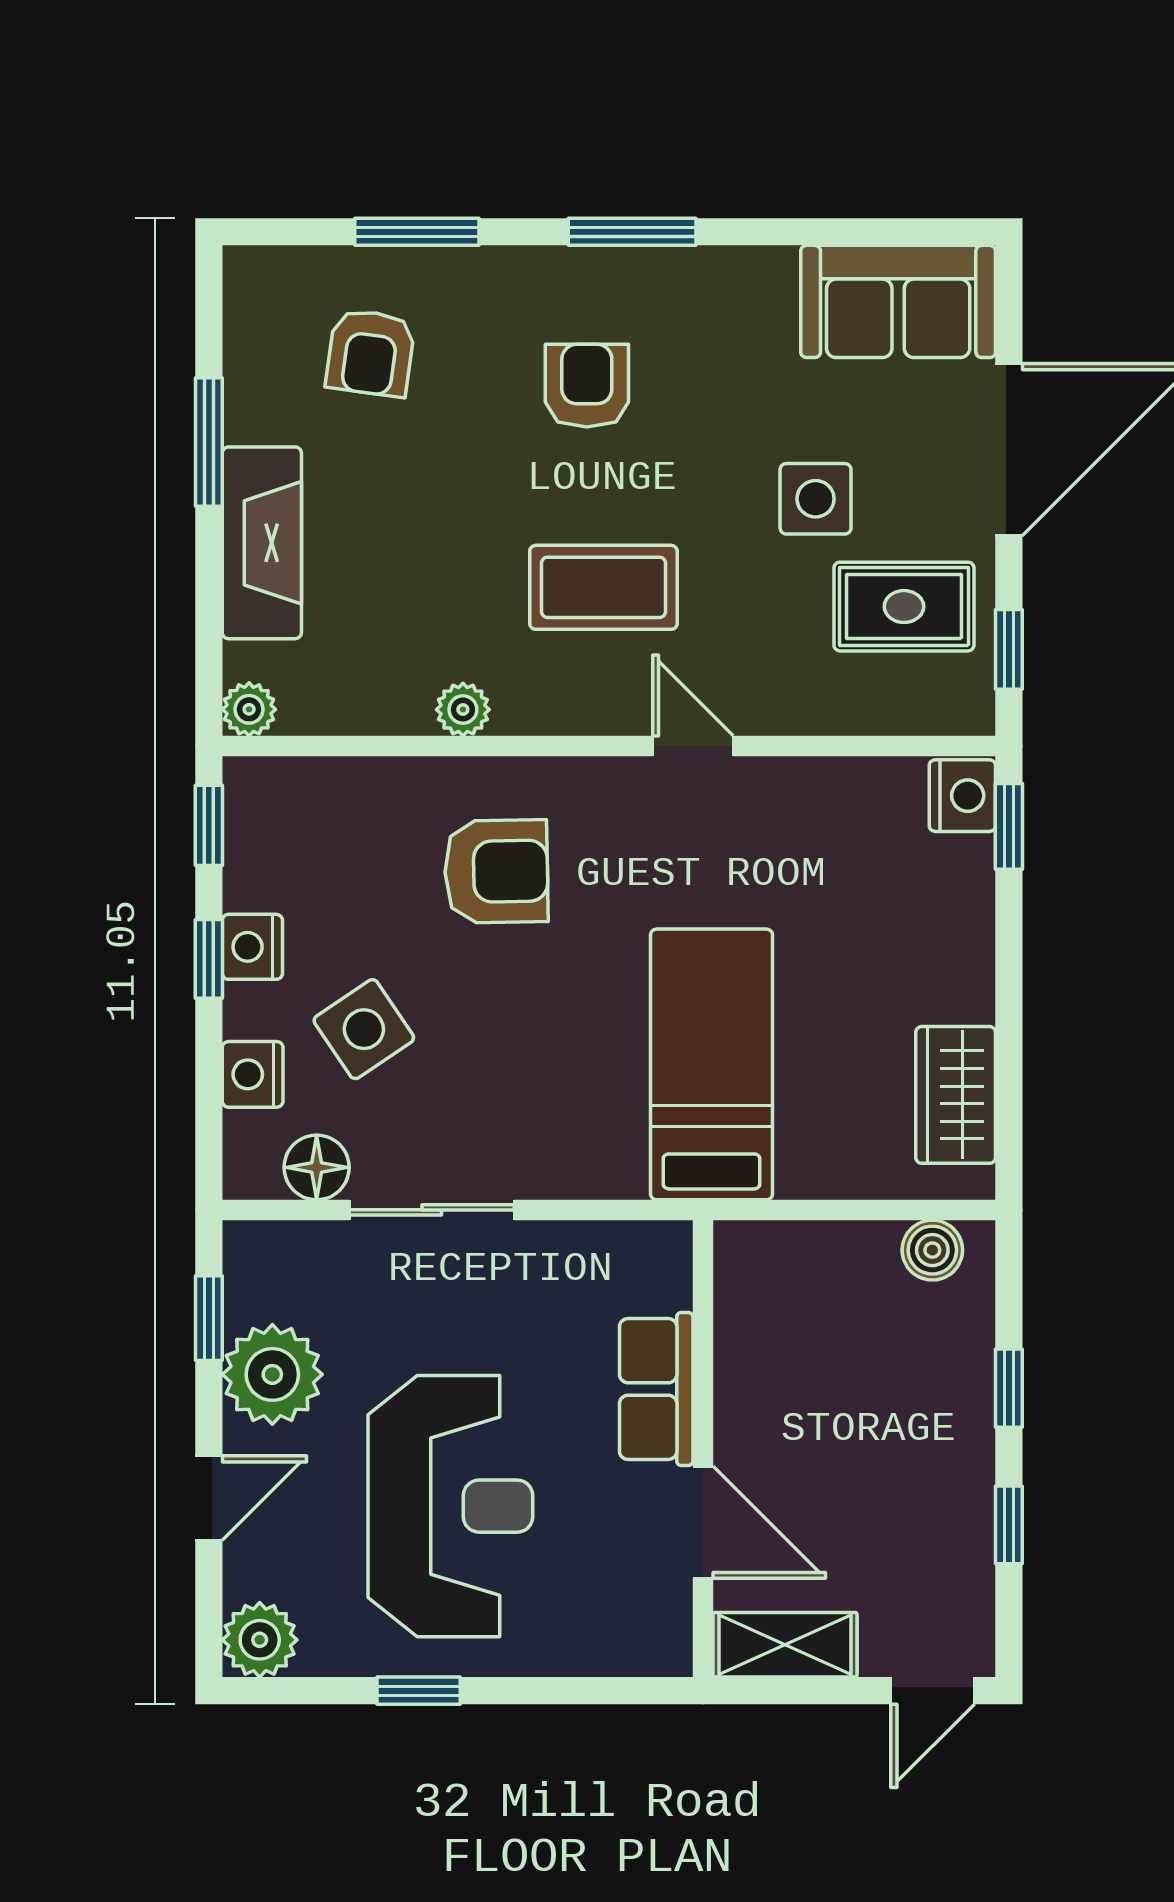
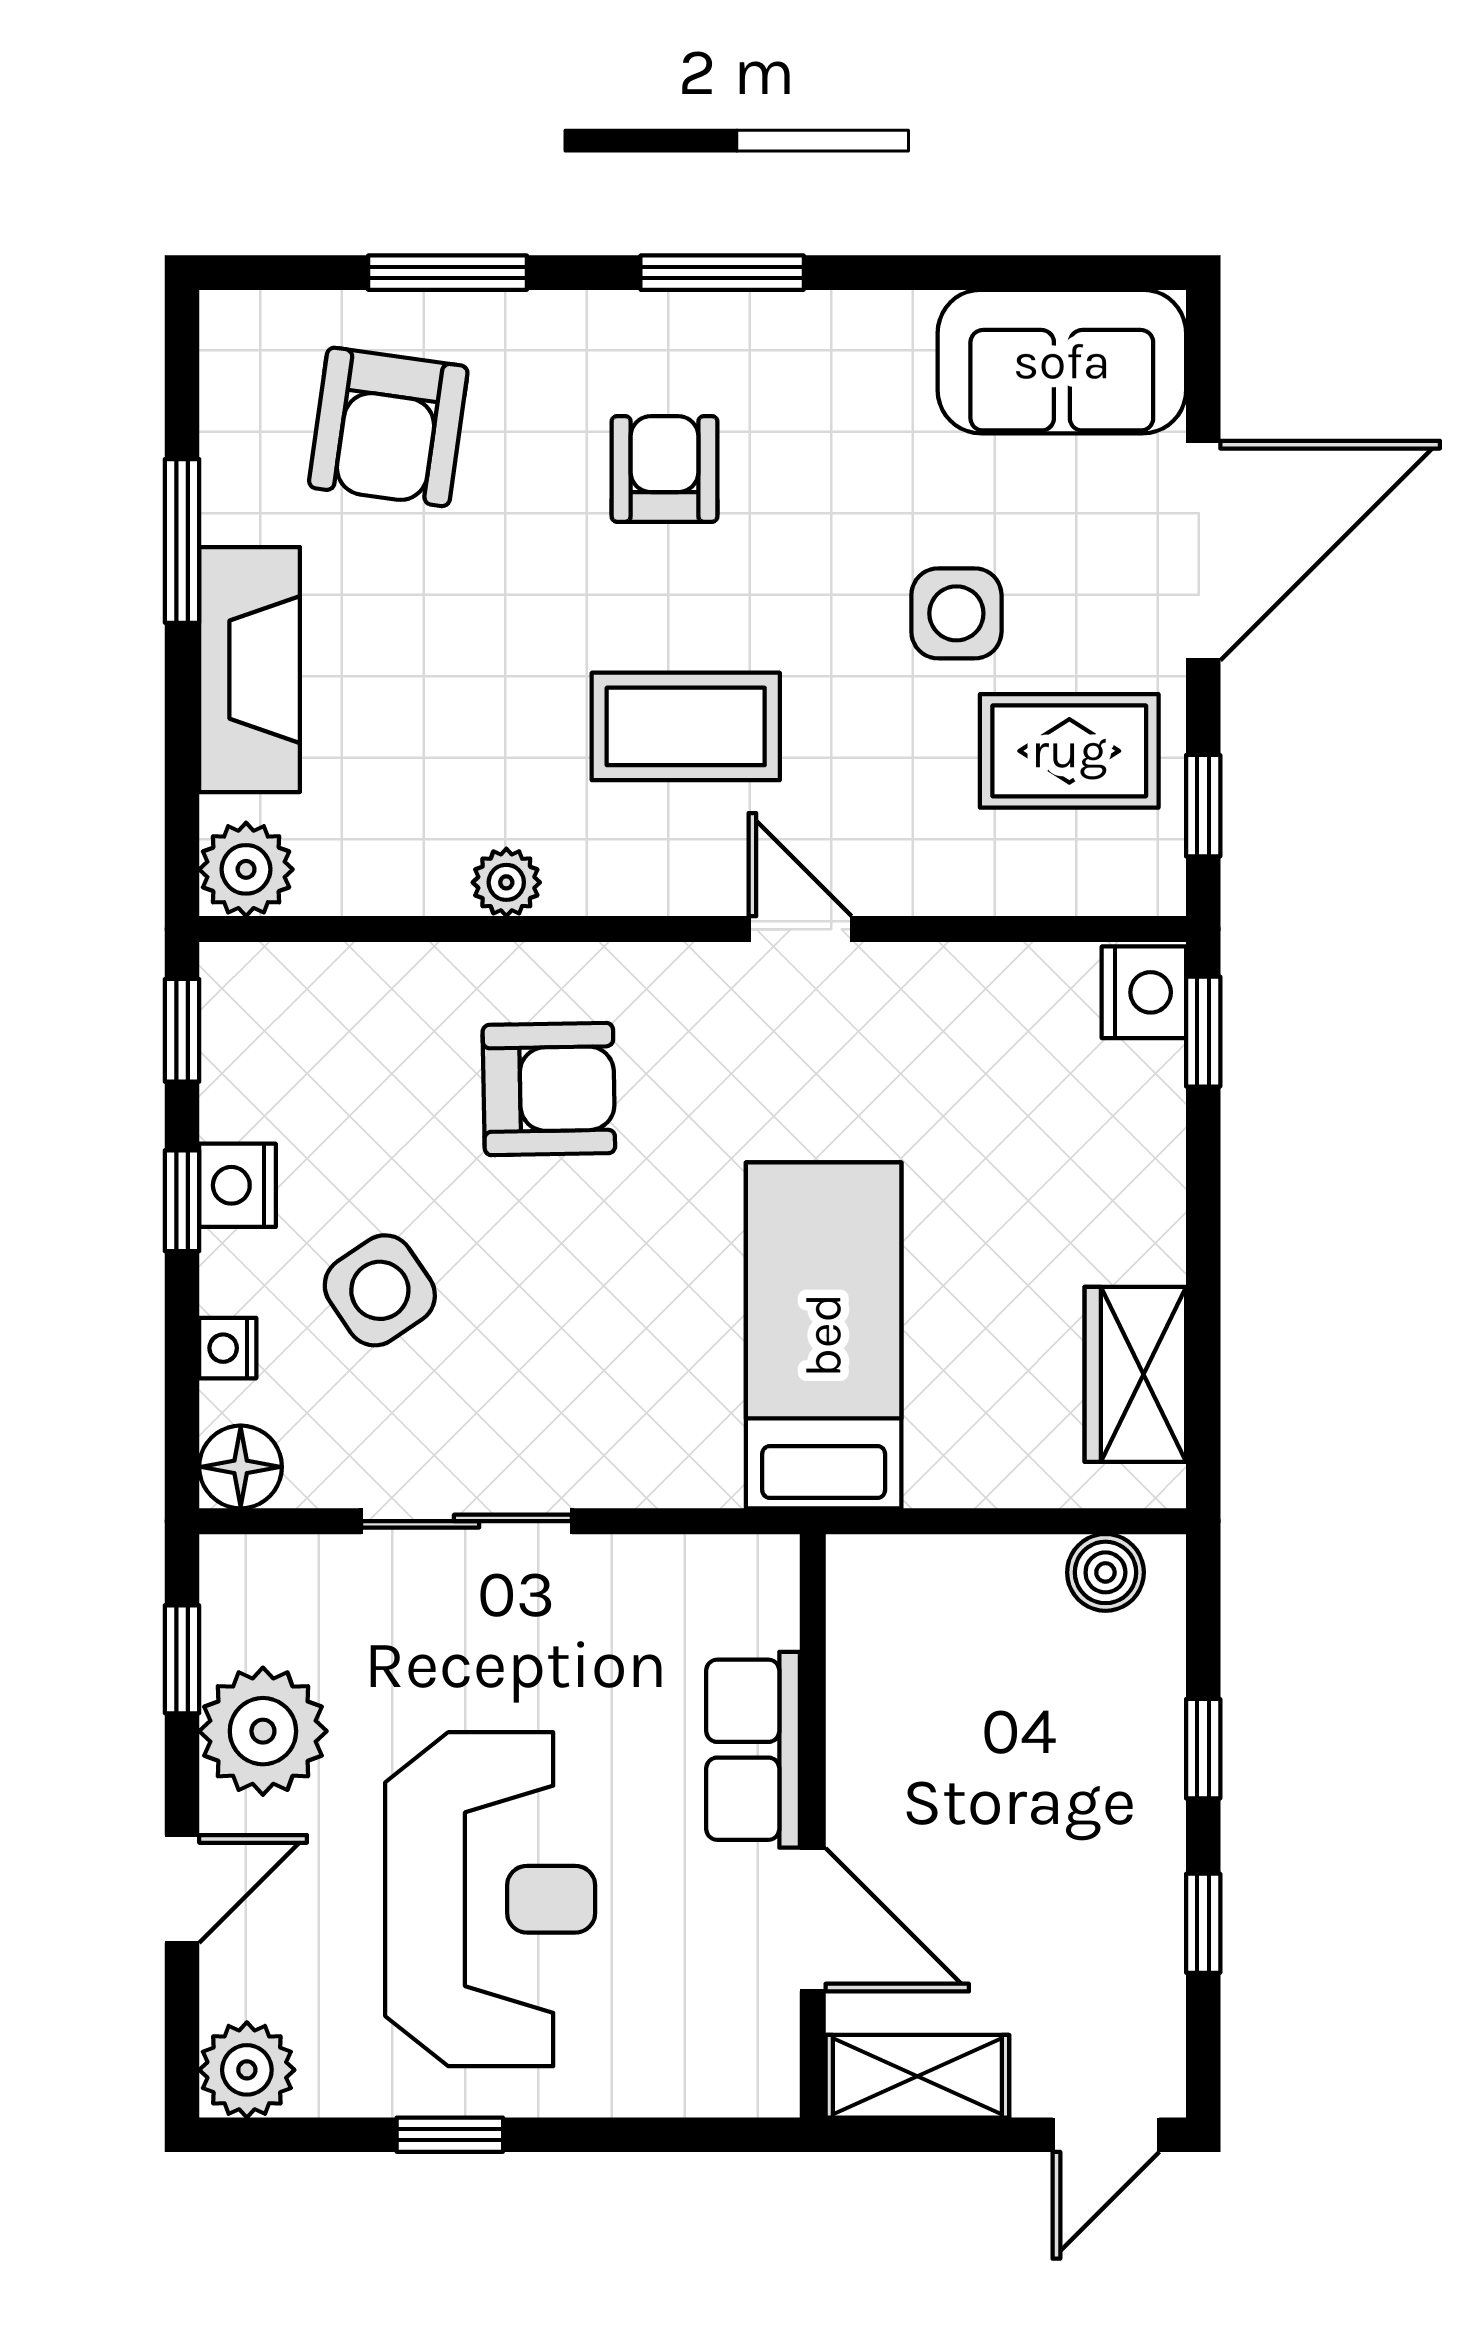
armchair: (370, 353) -> (388, 427), width x1.38, depth x1.38
plant: (249, 709) -> (246, 869), width x1.38, depth x1.38
nightstand: (253, 1074) -> (228, 1348), width x0.72, depth x0.74
floor lamp: (317, 1167) -> (241, 1467), moved

